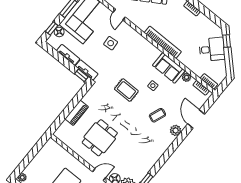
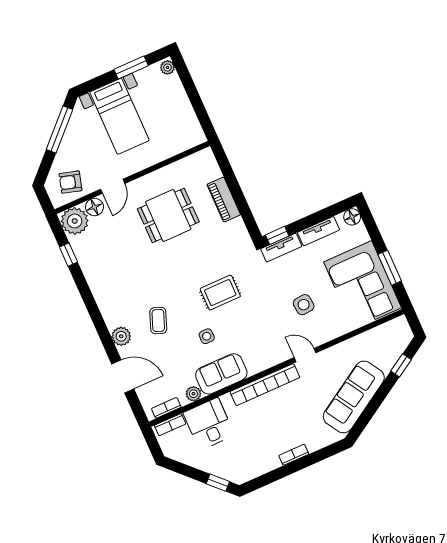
door: (119, 15) -> (305, 355), moved
window: (52, 28) -> (371, 226), removed
floor lamp: (59, 32) -> (352, 217), moved
desk: (212, 49) -> (209, 424), moved, turned 135
dining table: (100, 138) -> (168, 215), turned 90

